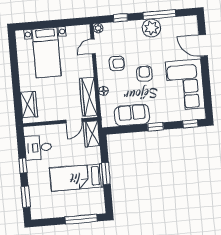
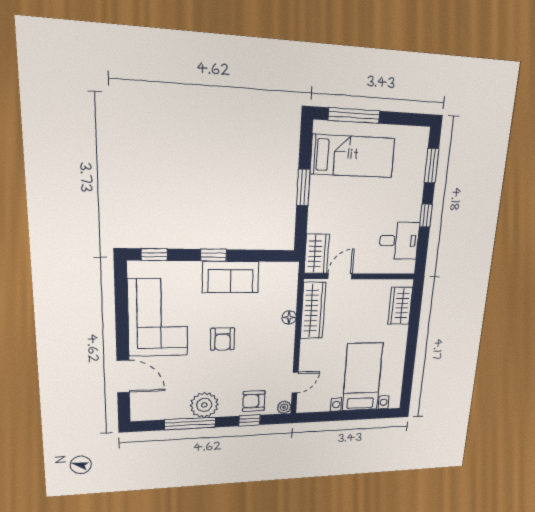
armchair: (117, 64) -> (254, 401), moved
sofa: (132, 115) -> (231, 277), moved
bed: (76, 178) -> (353, 156), moved

